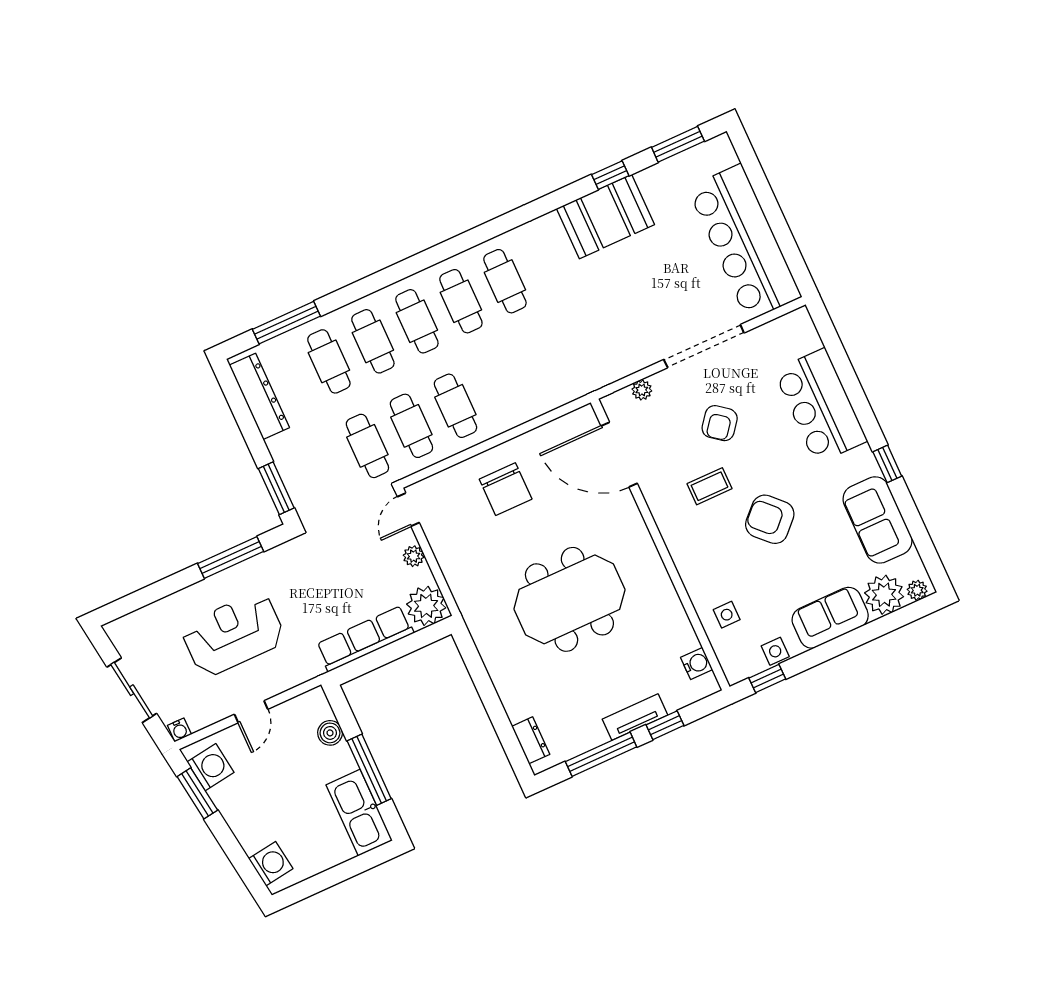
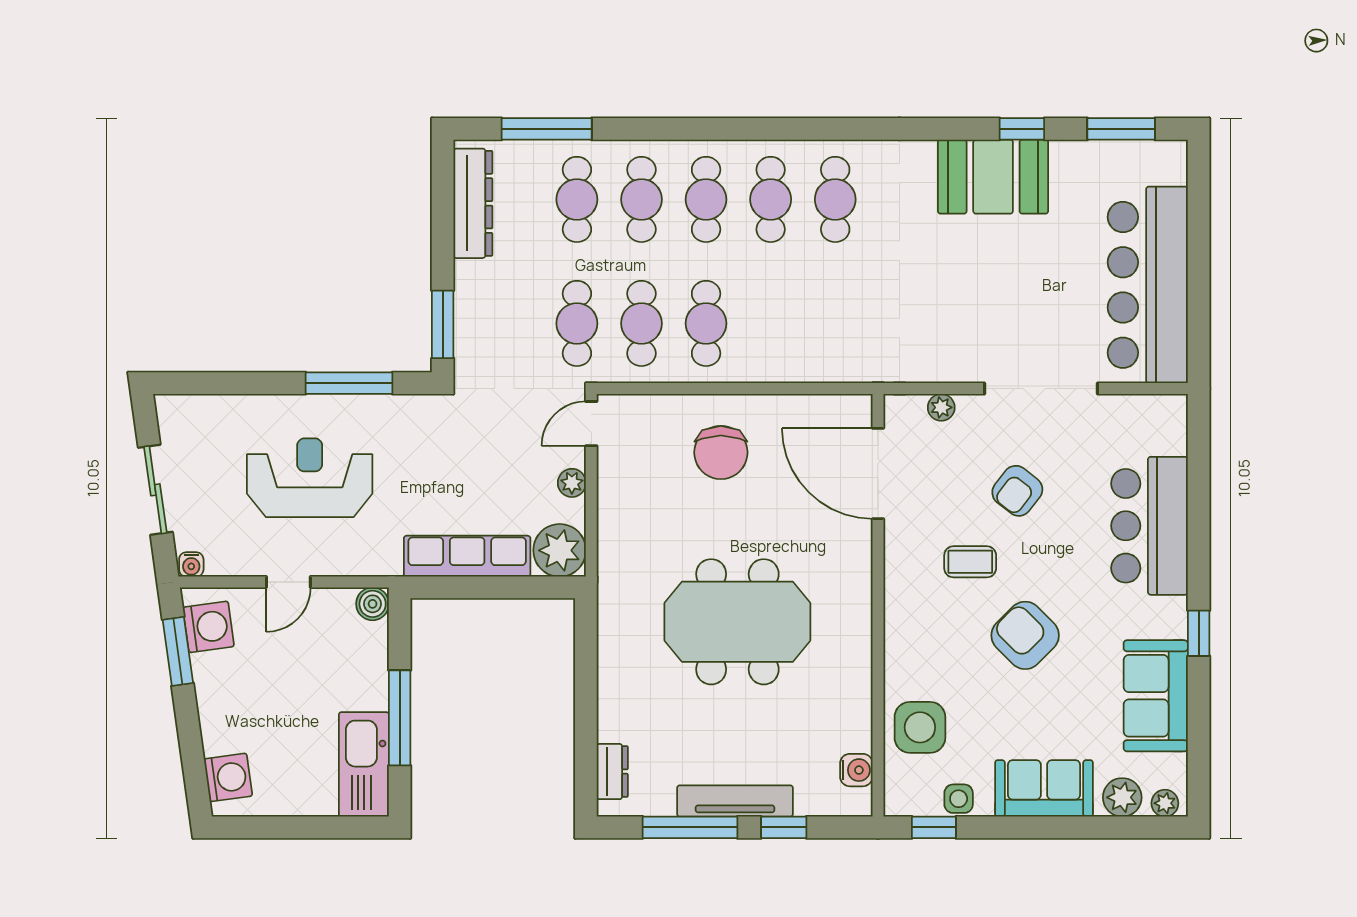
plant: (884, 595) -> (1122, 797), width x0.73, depth x0.73
side table: (727, 615) -> (920, 727), width x1.87, depth x1.87
tv unit: (635, 717) -> (735, 801), width x1.41
boiler: (330, 733) -> (373, 604), moved

